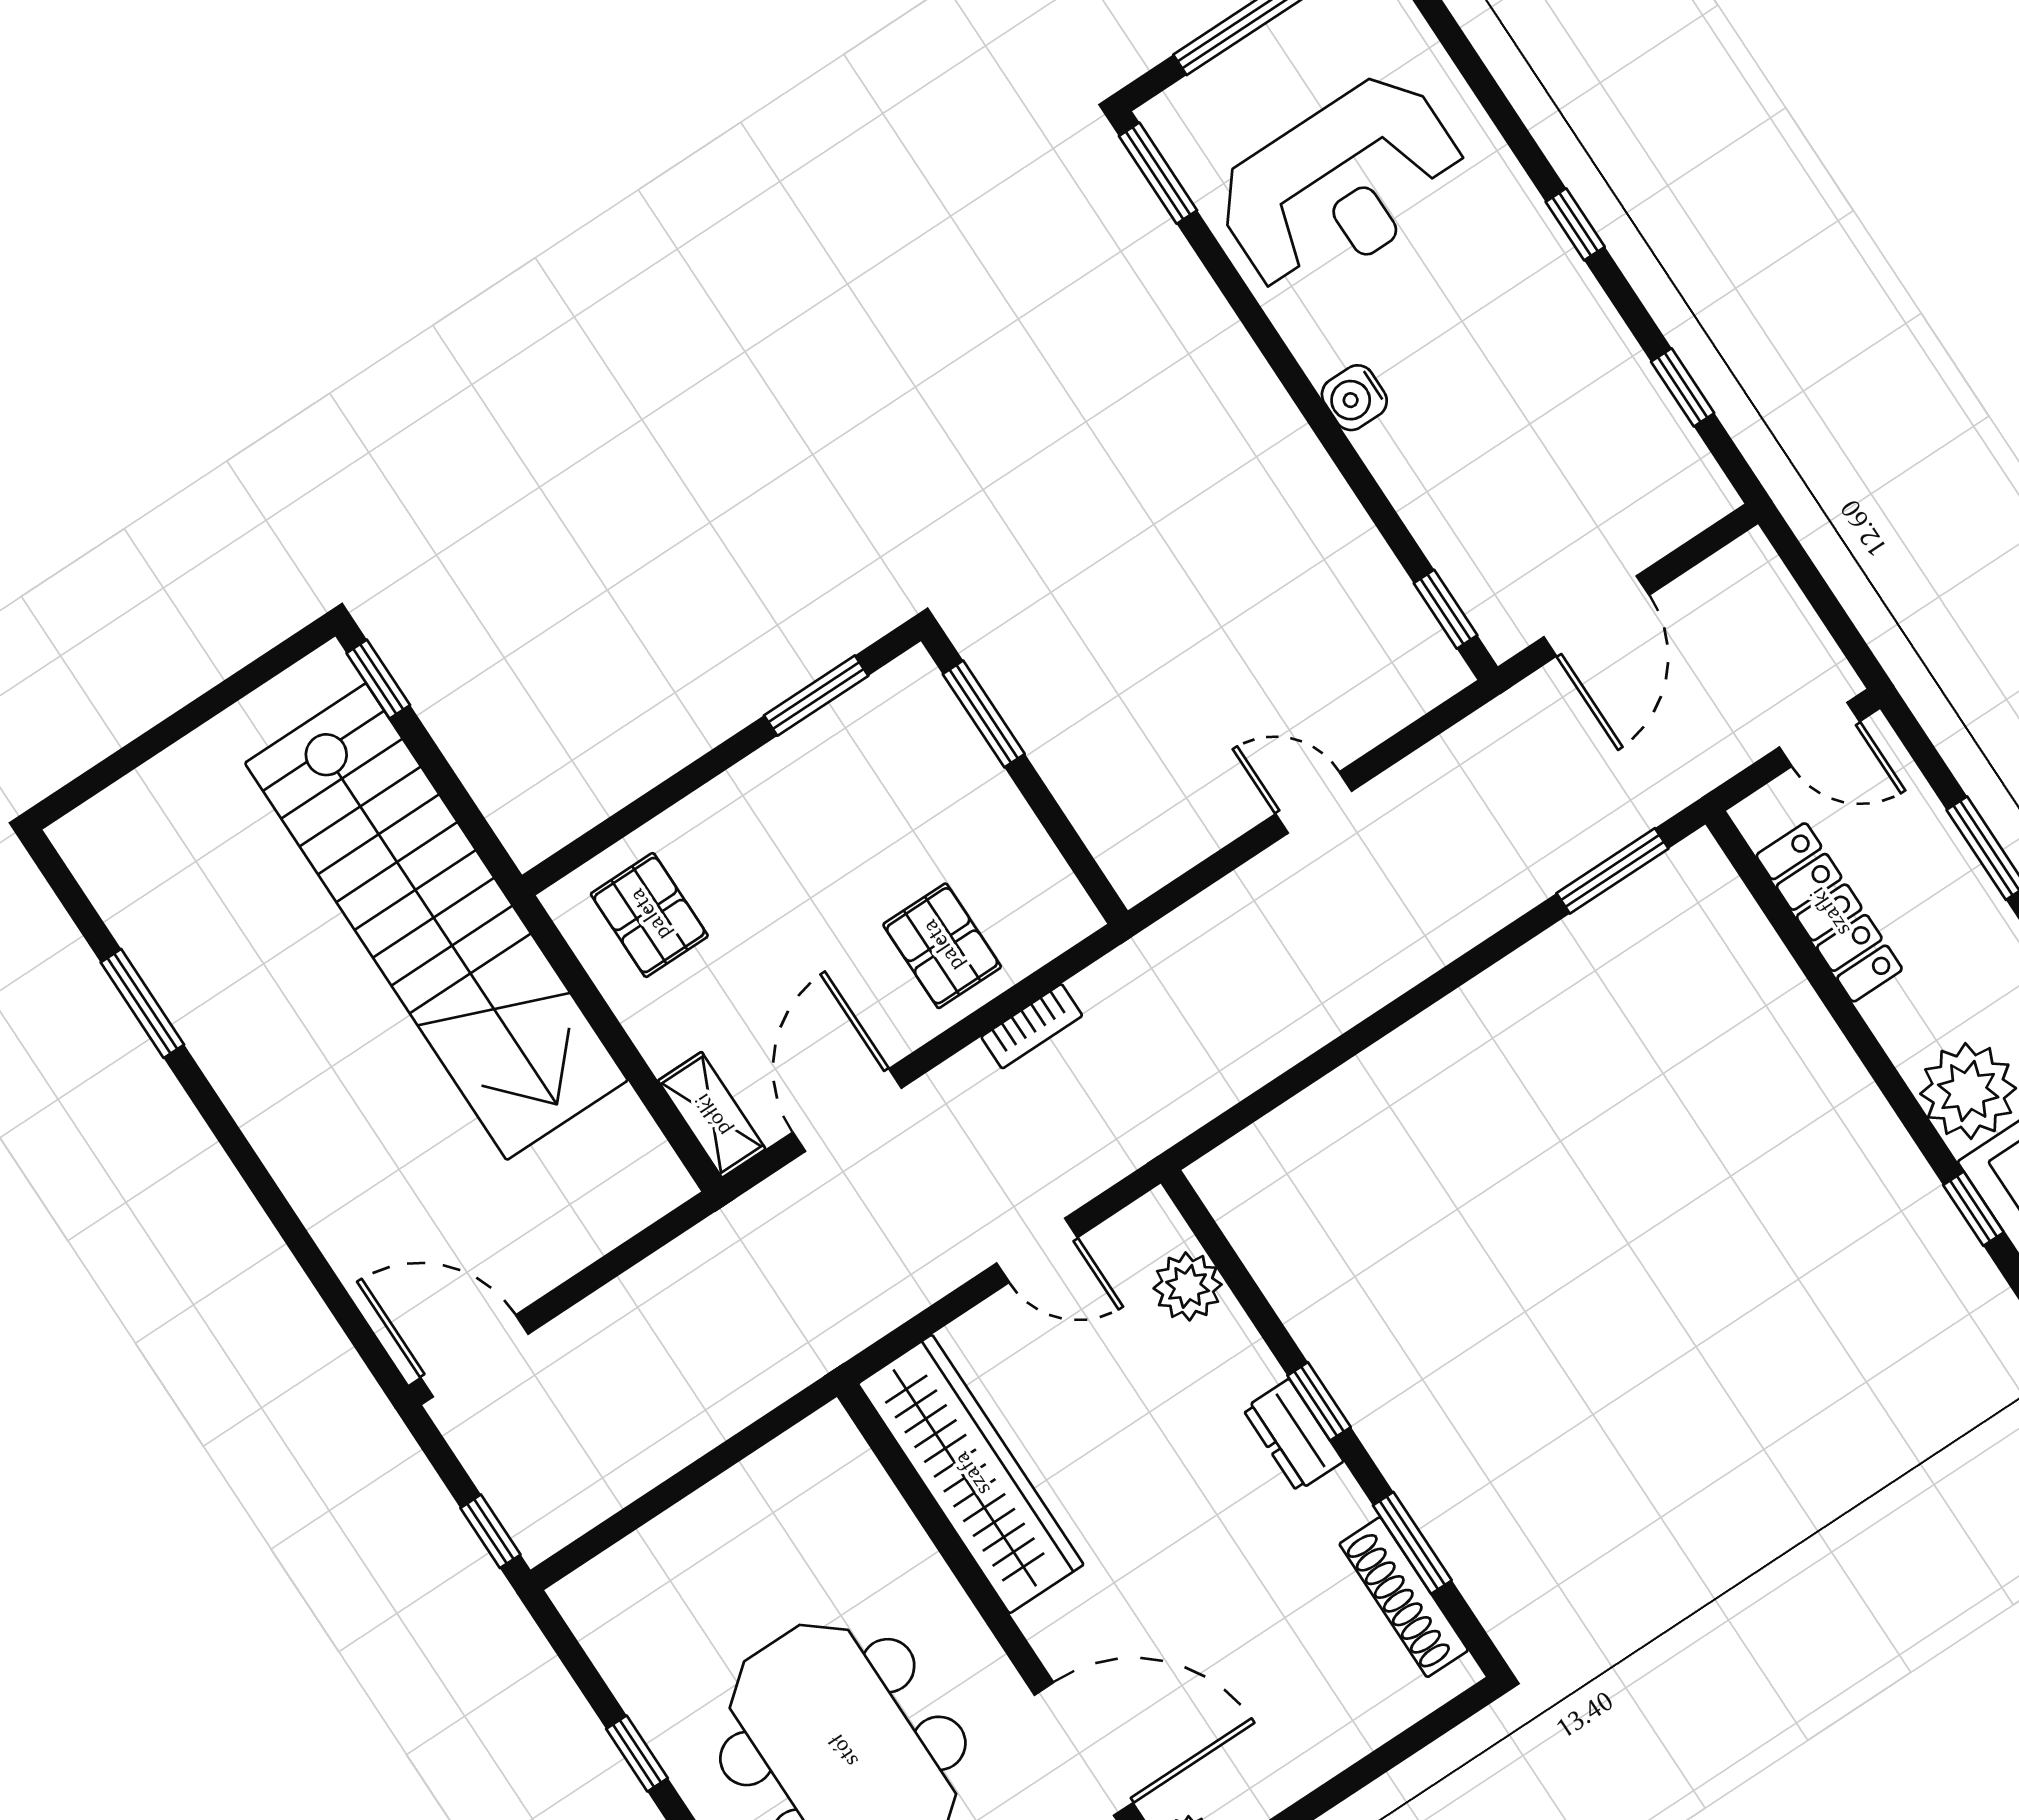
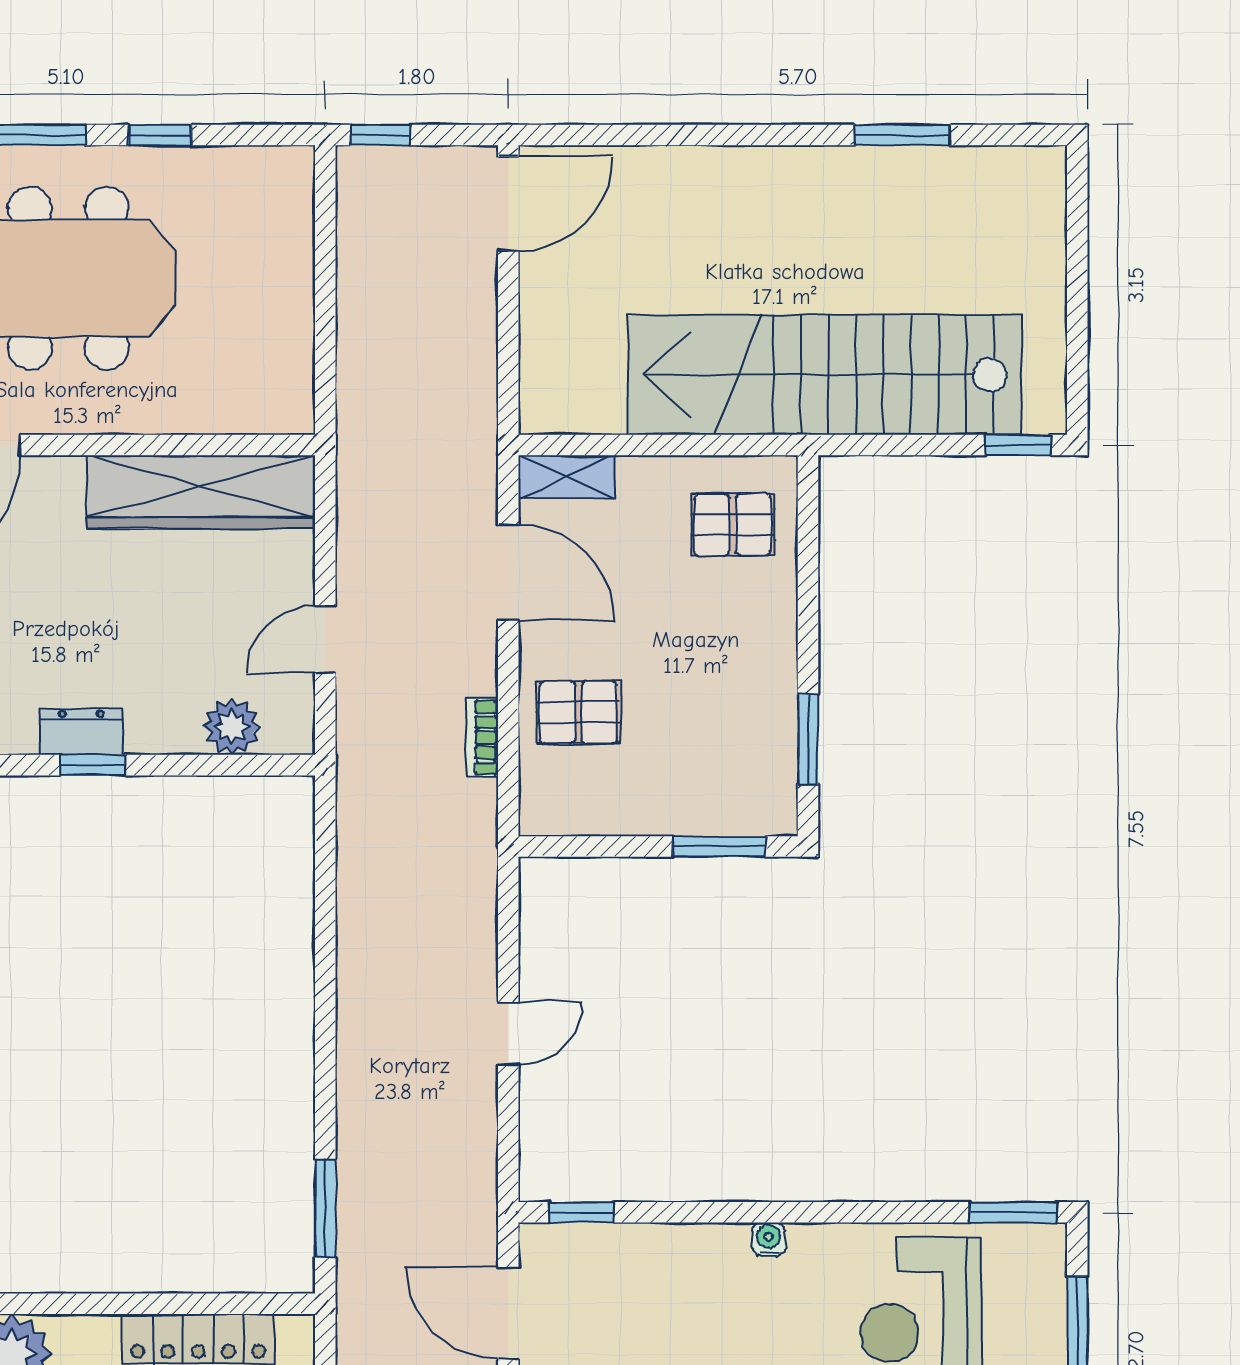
water cooler: (1354, 398) -> (769, 1239), width x0.72, depth x0.72

